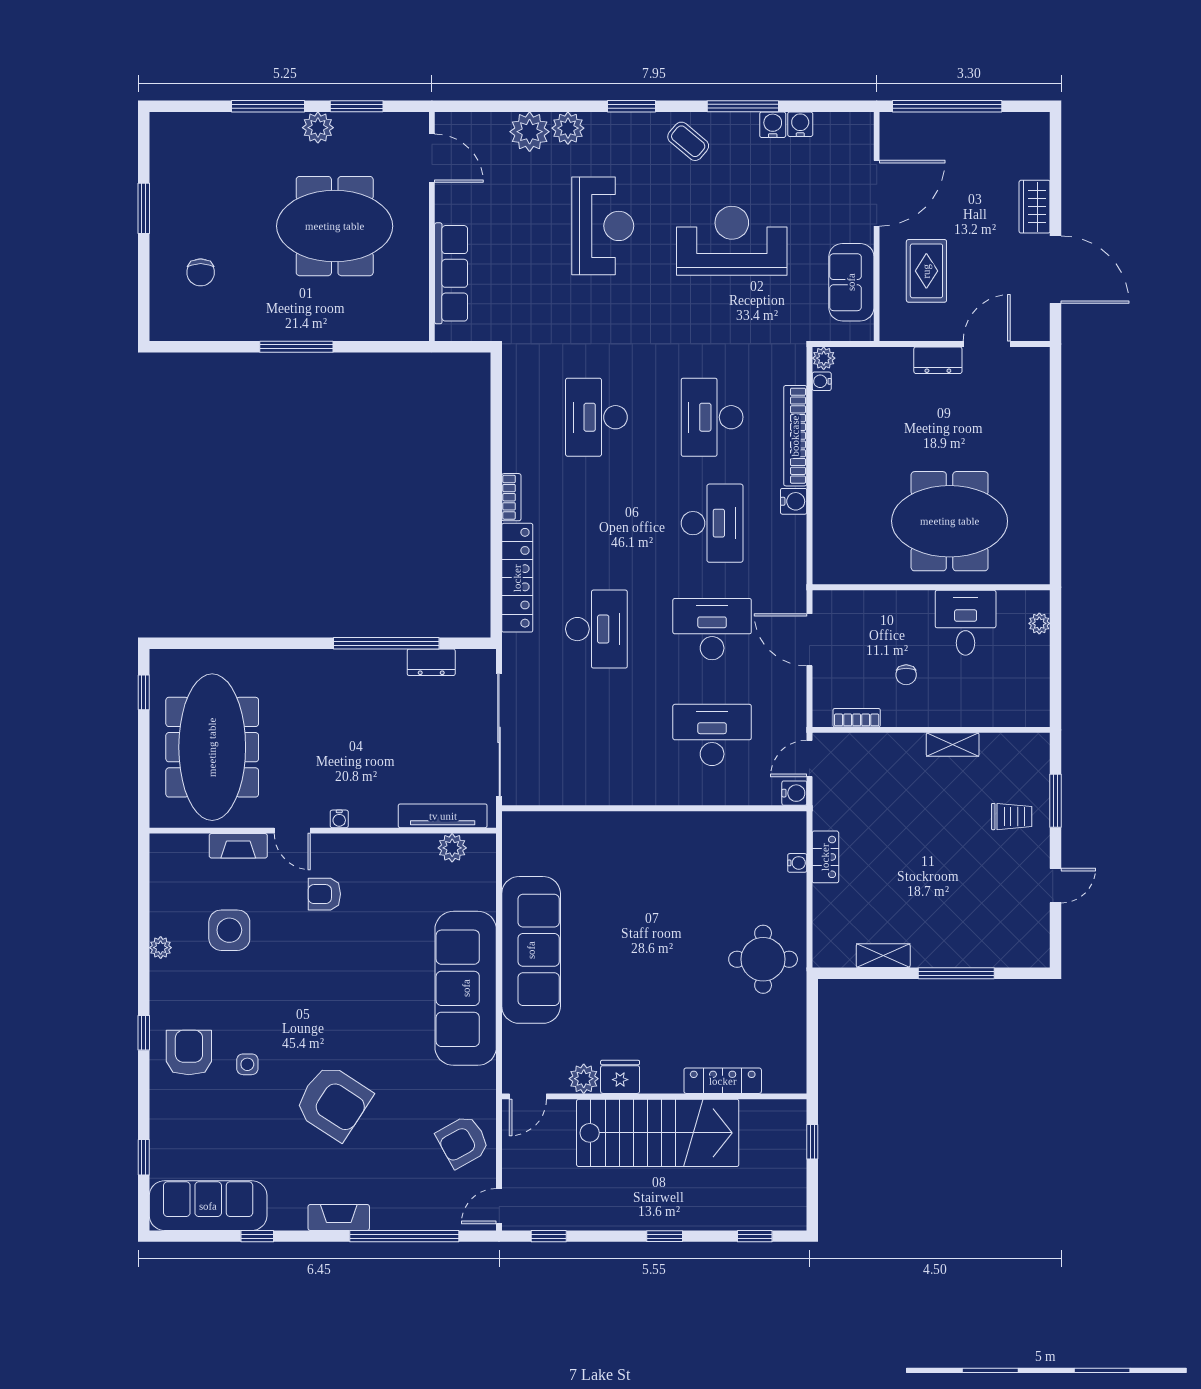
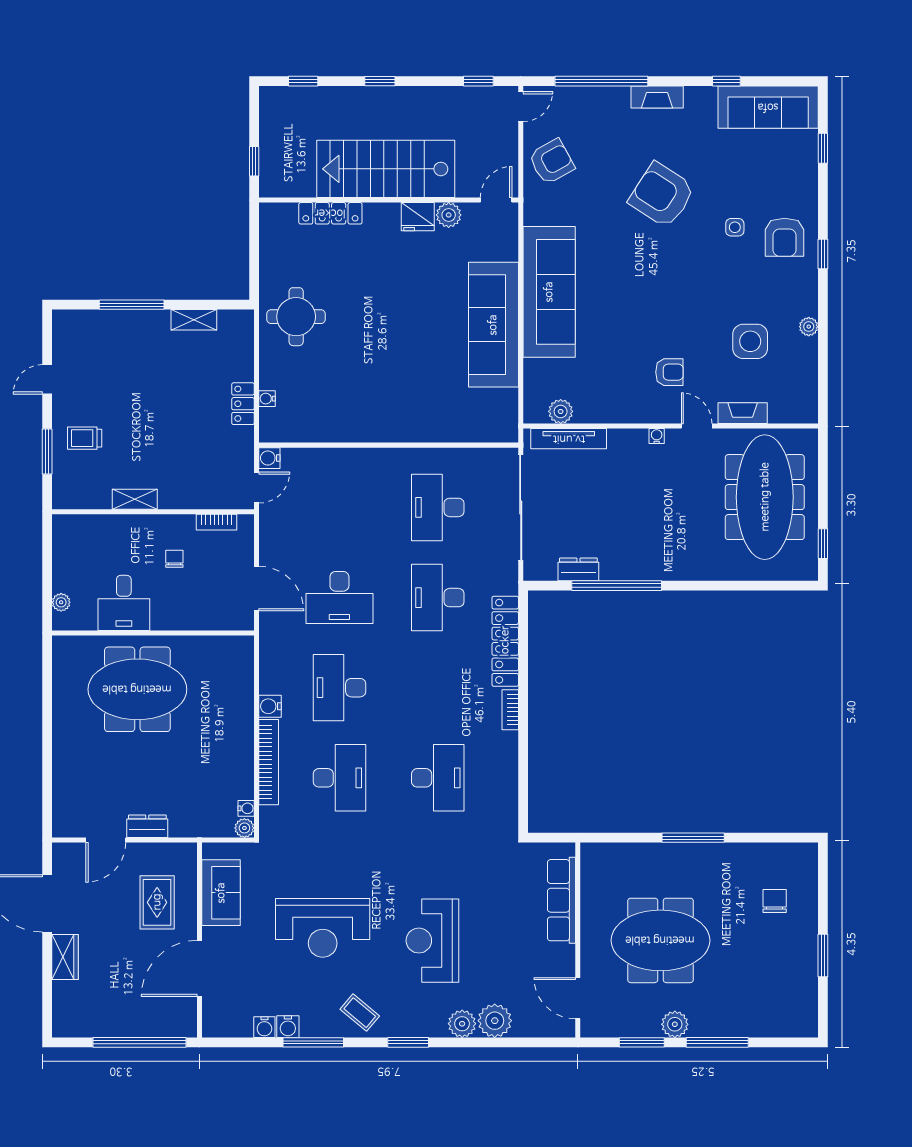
desk: (712, 735) -> (438, 507), moved, turned 90

